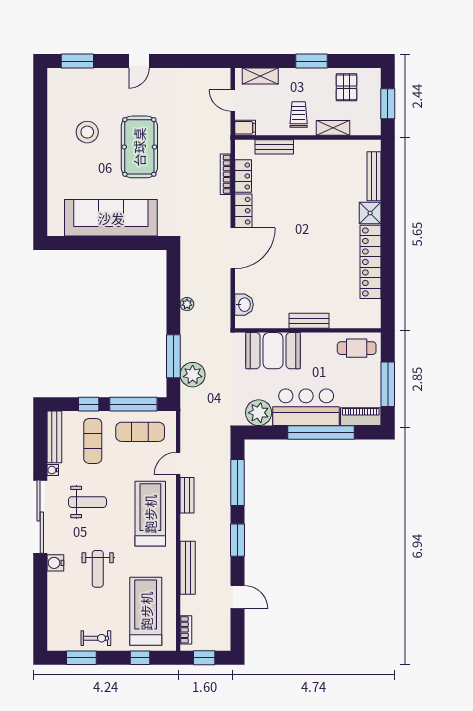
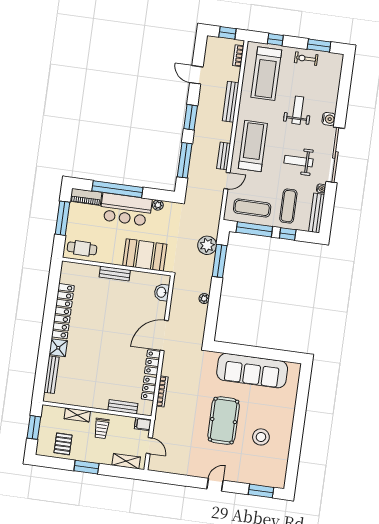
plant: (259, 413) -> (158, 205), width x0.53, depth x0.53
treadmill: (150, 514) -> (253, 146), turned 180

